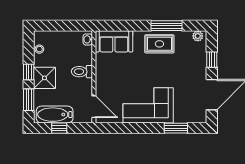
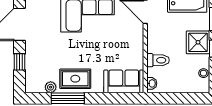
plant: (198, 36) -> (51, 87), moved
toilet: (82, 72) -> (158, 60), moved

